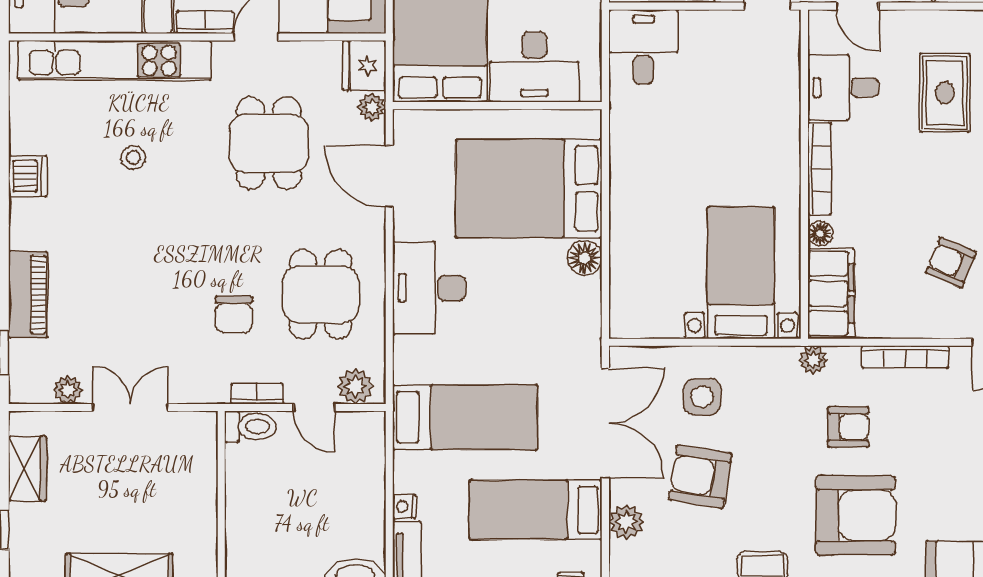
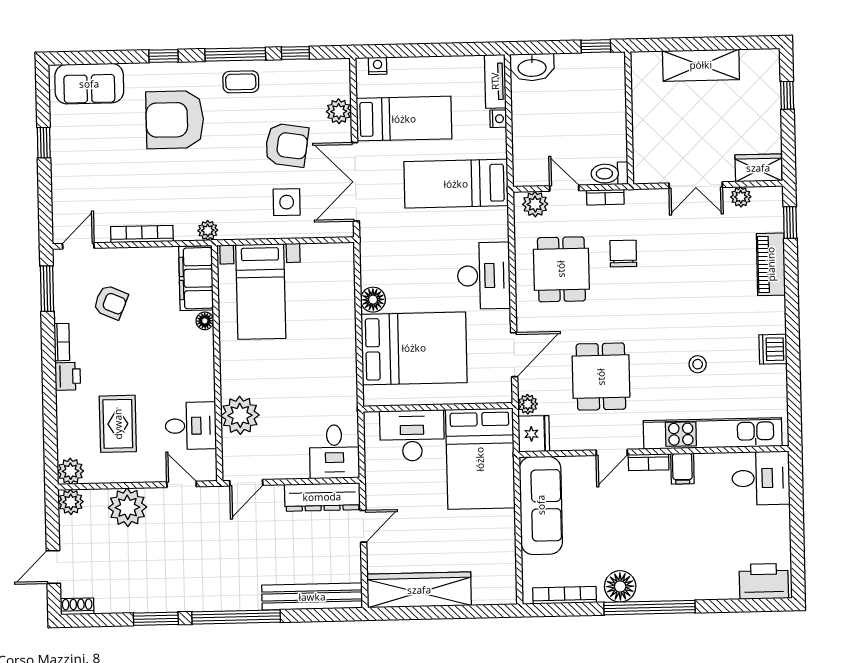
plant: (774, 101) -> (240, 415), added
bookcase: (819, 169) -> (206, 367), removed
door: (389, 177) -> (514, 355), hinge flipped
armchair: (848, 427) -> (182, 183), removed
wardrobe: (27, 469) -> (758, 168), moved, turned 90

